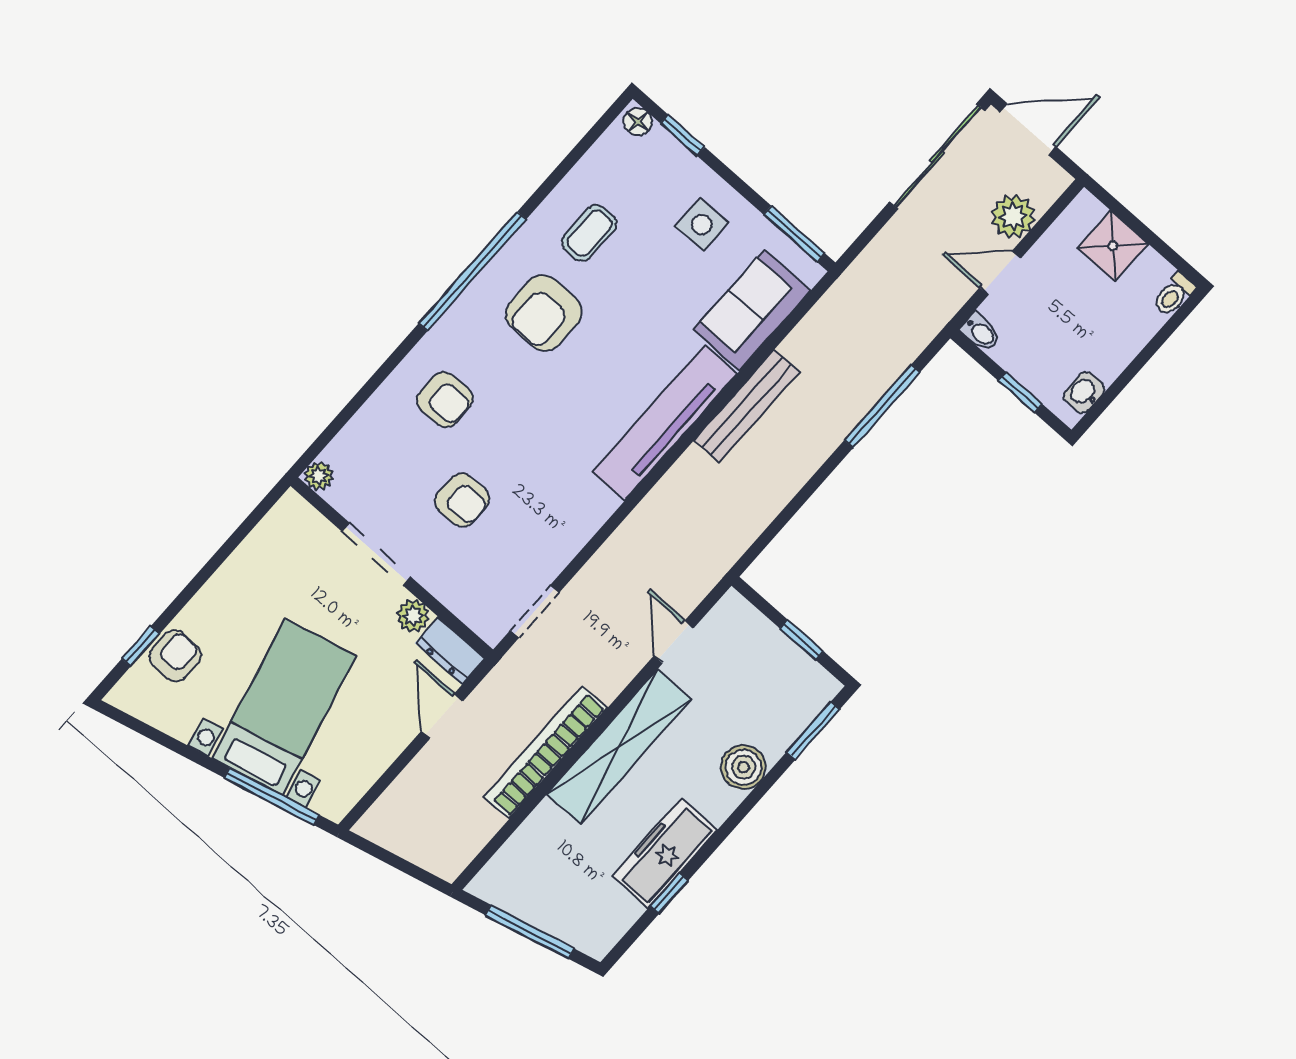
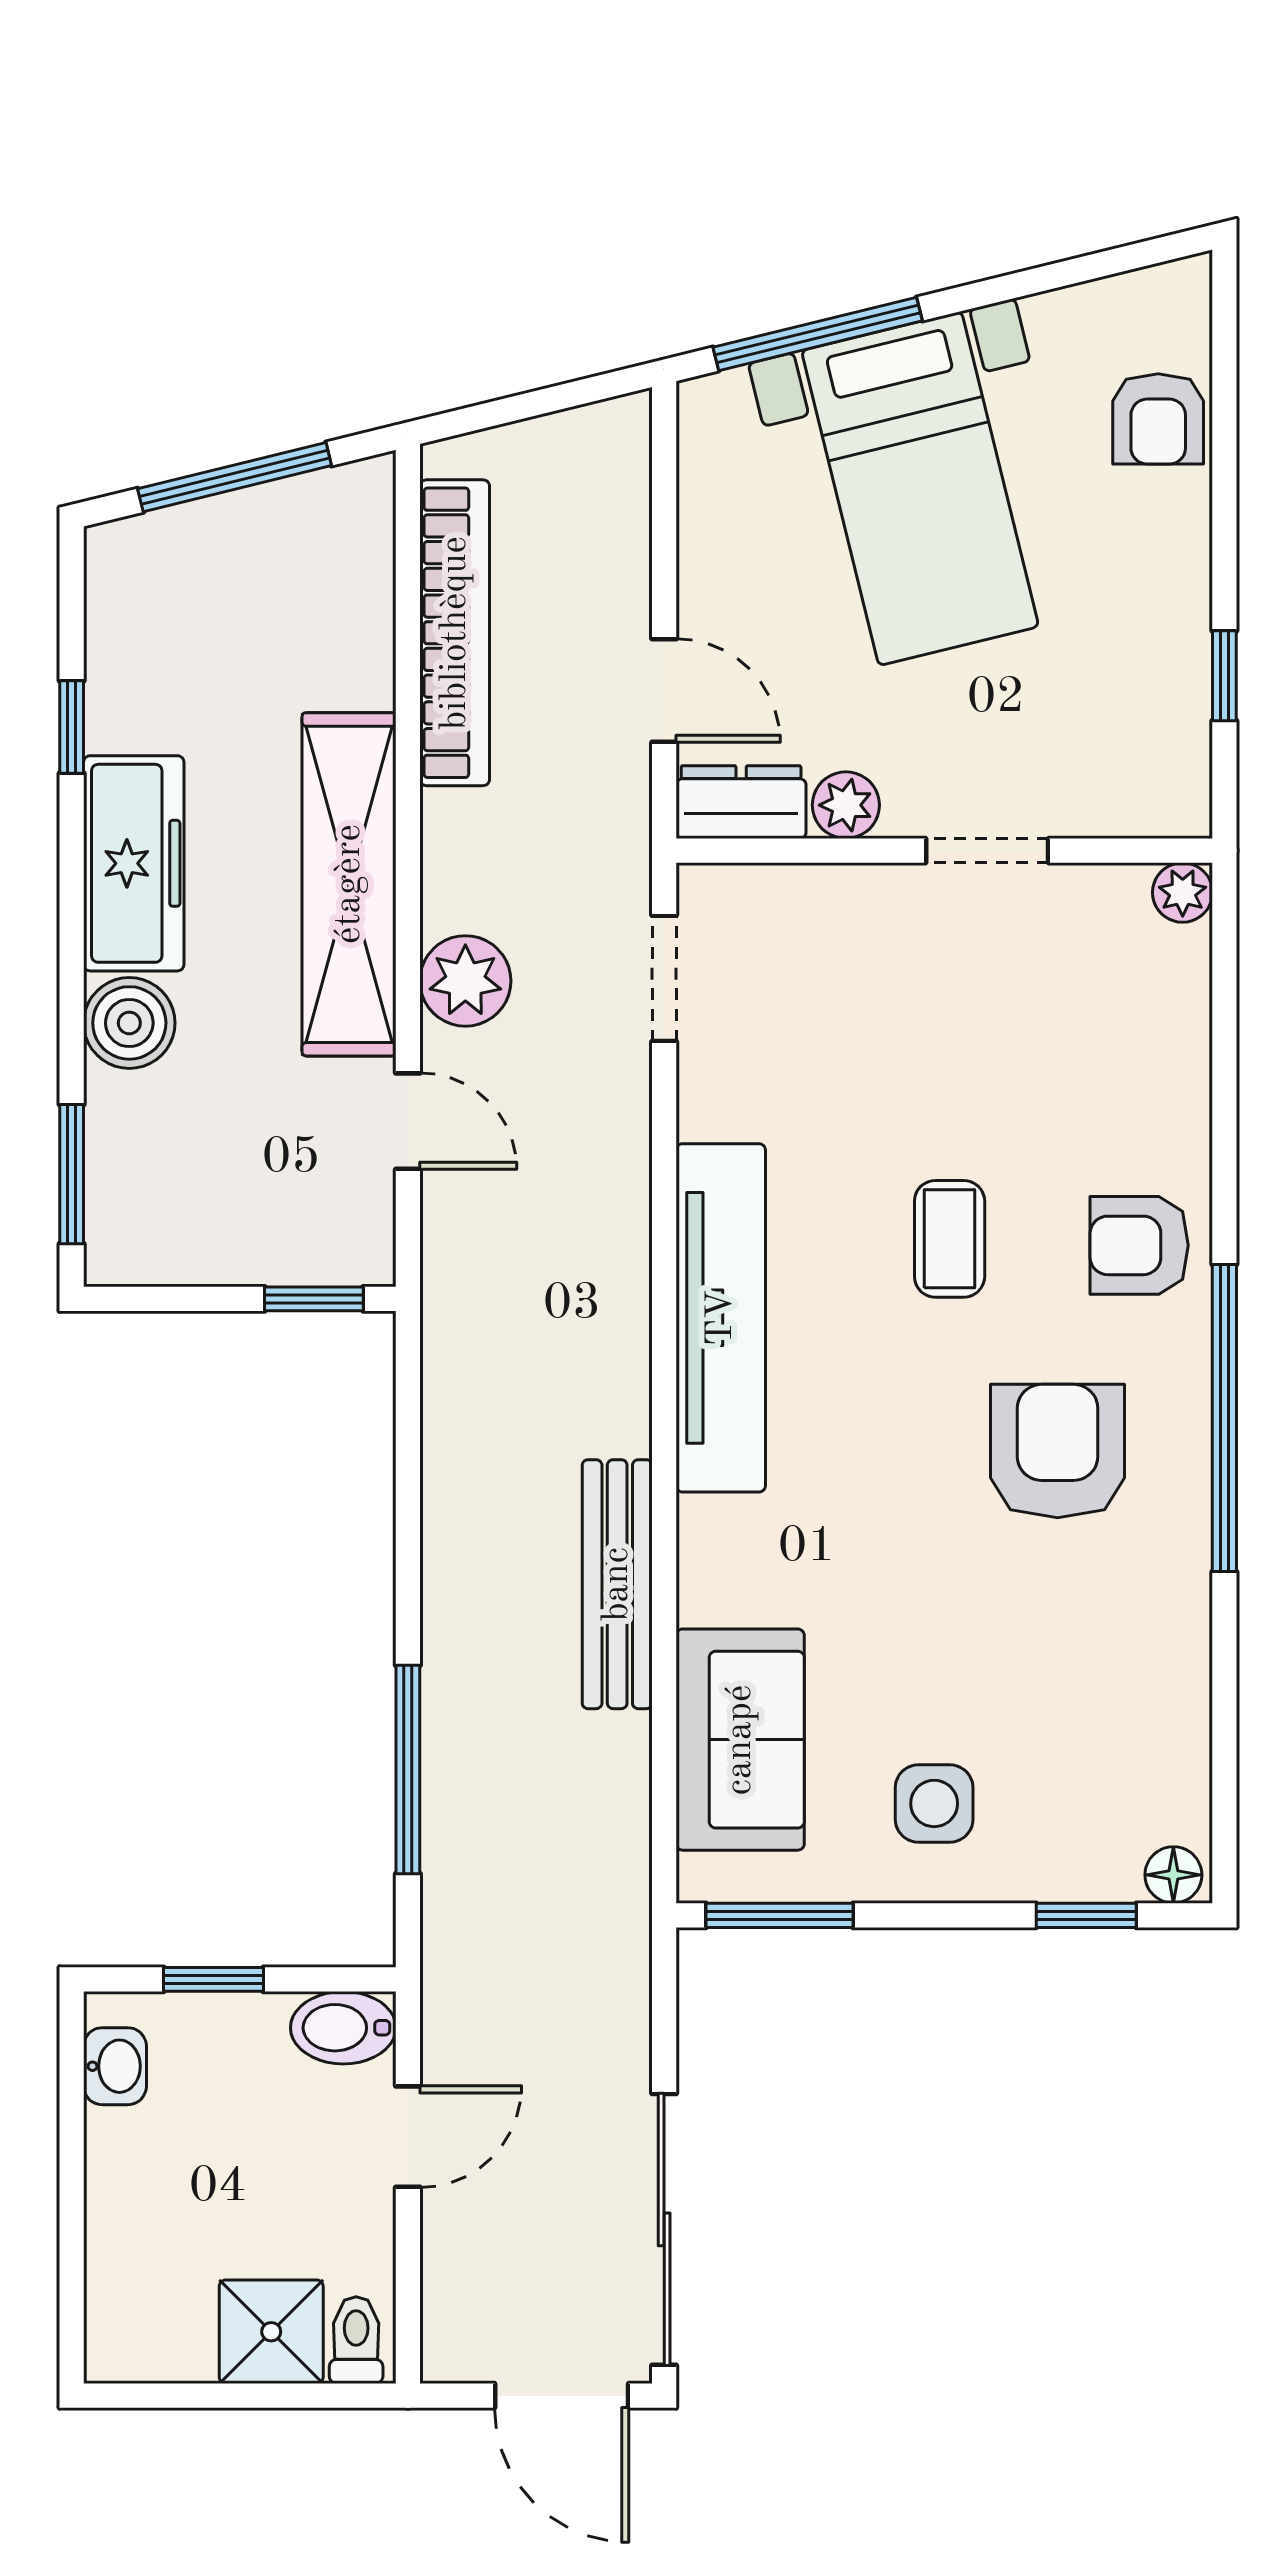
door: (1028, 129) -> (562, 2396), hinge flipped
plant: (1013, 216) -> (465, 981), moved
coffee table: (589, 233) -> (950, 1239), moved
toilet: (1174, 294) -> (356, 2340), moved
bidet: (981, 332) -> (343, 2028), width x1.38, depth x1.36
armchair: (445, 400) -> (1139, 1245), moved
tv unit: (665, 422) -> (721, 1318), moved
armchair: (462, 500) -> (928, 1051), removed
doorway: (376, 554) -> (987, 851), width x0.73
window: (802, 640) -> (314, 1299), moved
window: (141, 646) -> (1224, 676), moved
bookcase: (546, 752) -> (455, 633), moved
freezer: (665, 853) -> (134, 863), moved

